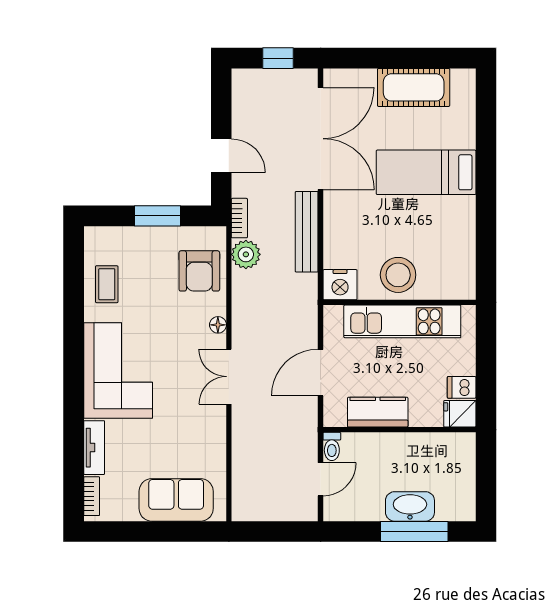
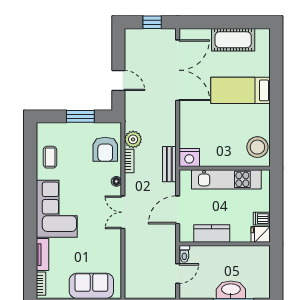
bookcase: (239, 218) -> (129, 161), moved
bench: (307, 232) -> (169, 164), moved, width x0.73
stool: (398, 275) -> (257, 147), moved

